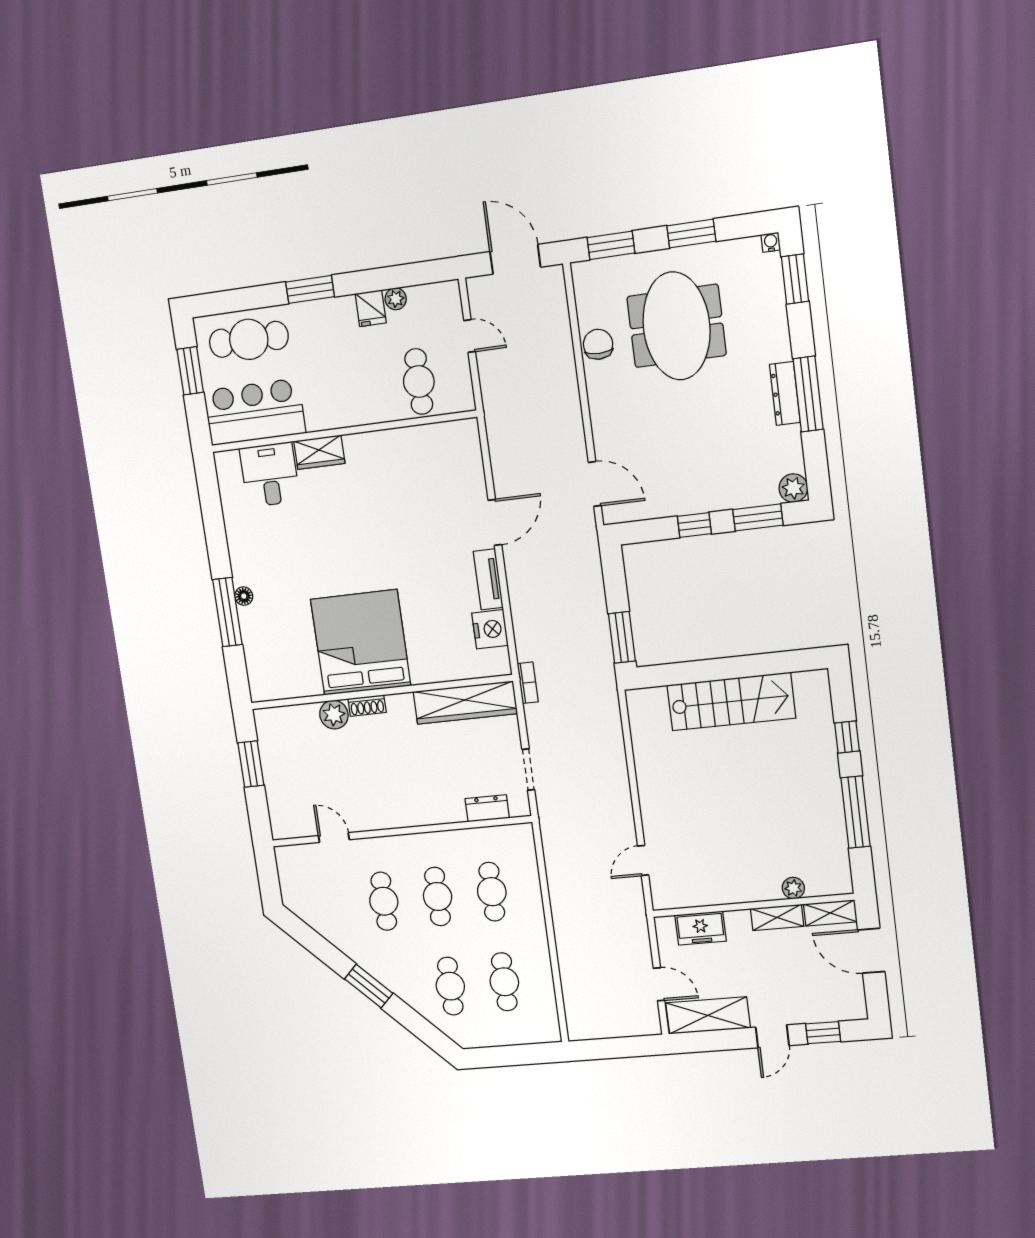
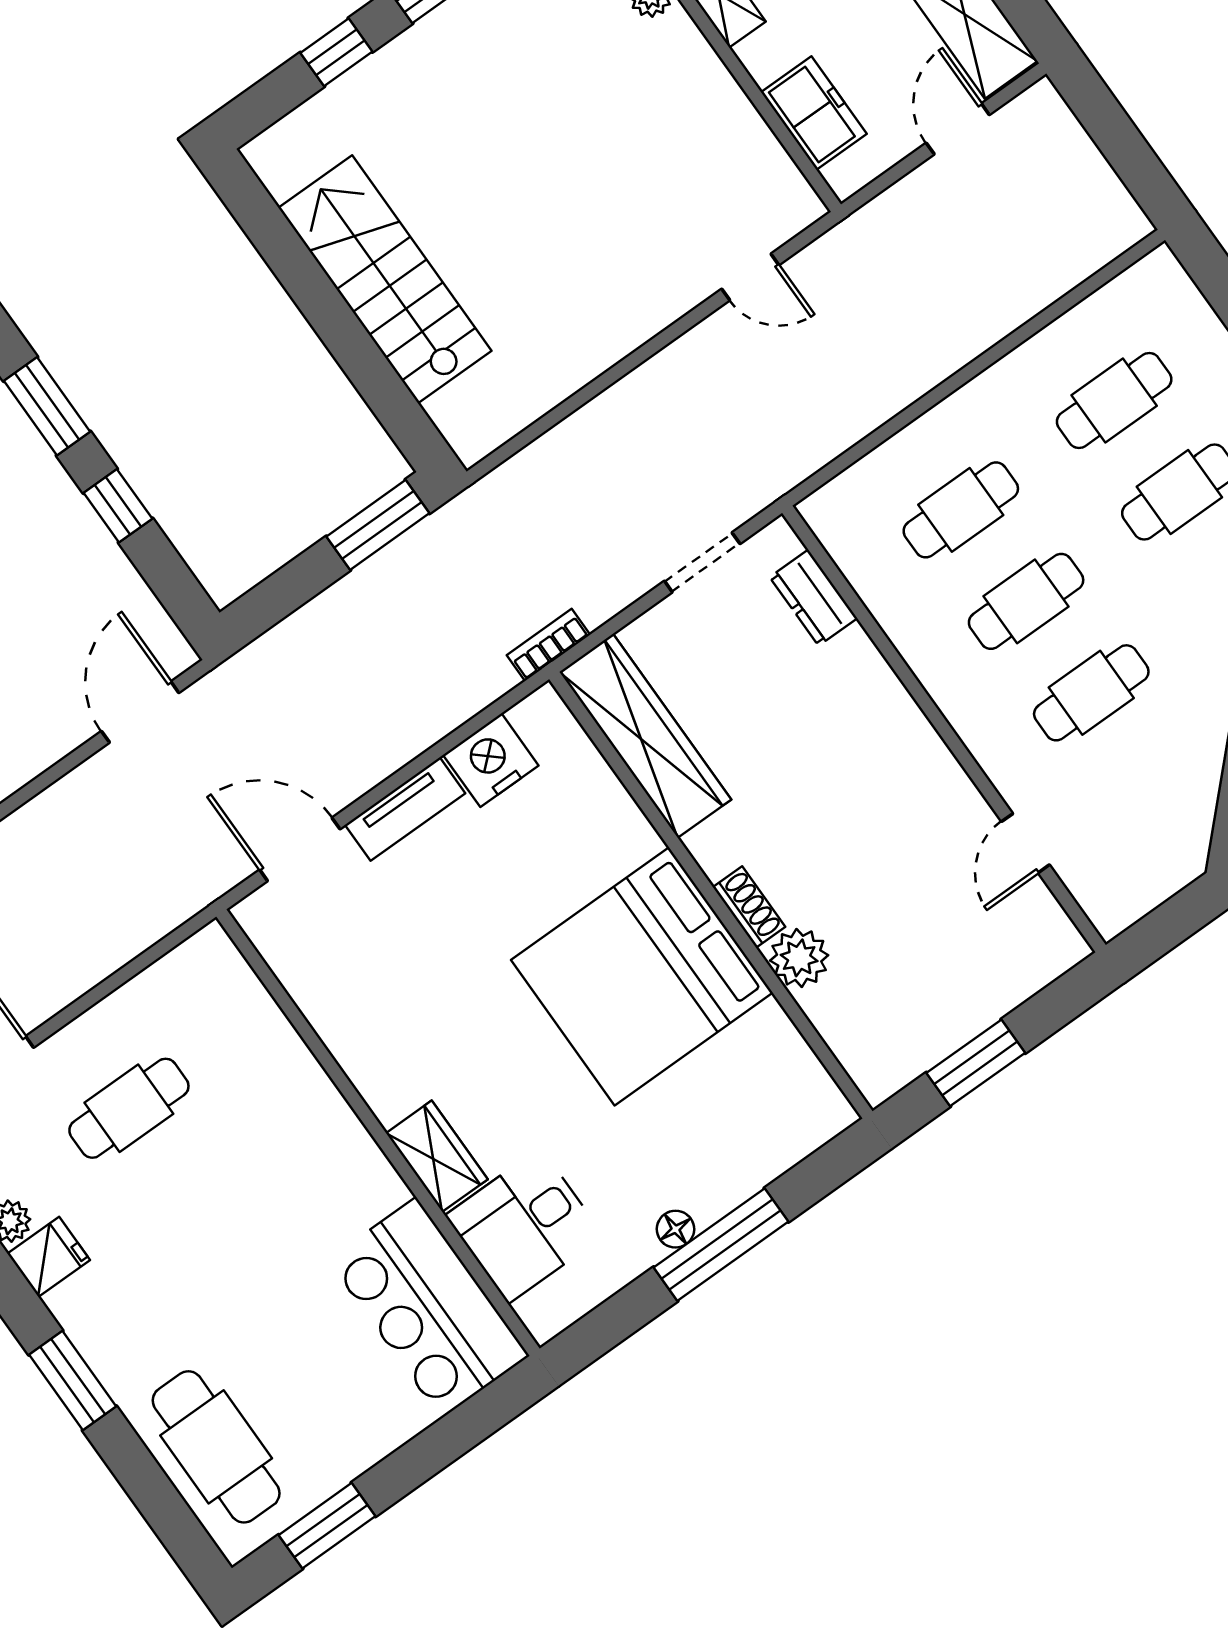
bar counter: (255, 412) -> (429, 1308), moved
wall: (343, 431) -> (378, 1133), moved
wardrobe: (319, 452) -> (437, 1156), moved
desk: (270, 475) -> (524, 1226), moved

